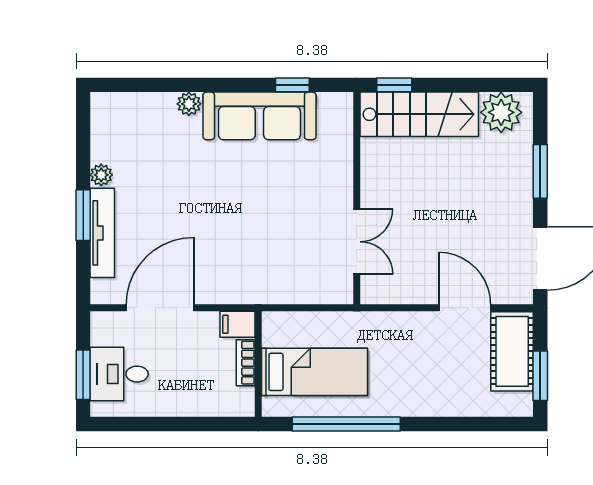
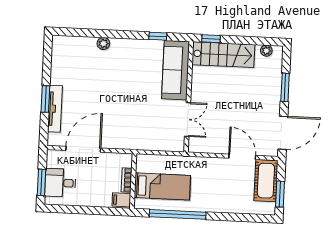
plant: (501, 112) -> (266, 51), width x0.53, depth x0.53
sofa: (259, 116) -> (176, 70), moved, turned 90
plant: (101, 175) -> (56, 78), removed
filing cabinet: (238, 324) -> (121, 200), moved

